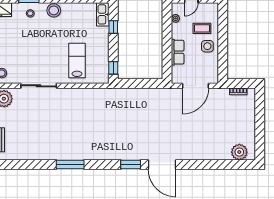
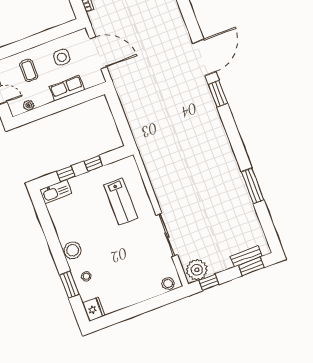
side table: (207, 46) -> (62, 57), moved
lab bench: (77, 61) -> (121, 201), turned -90
window: (113, 68) -> (93, 163), moved
window: (70, 165) -> (253, 186), moved

